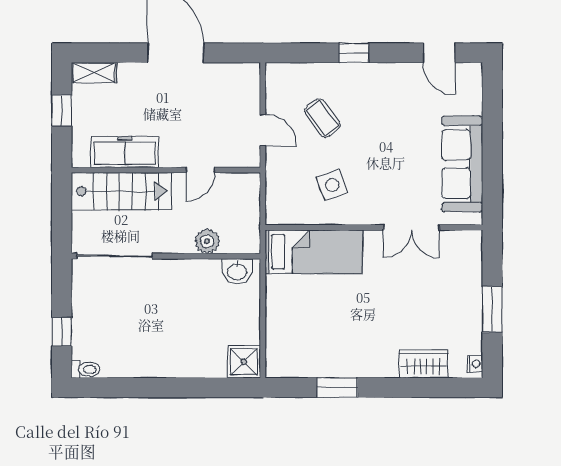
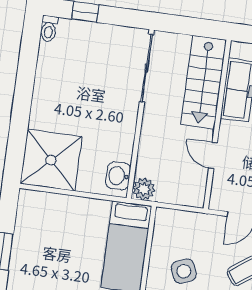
plant: (207, 241) -> (144, 189), moved
shower: (244, 362) -> (51, 160), width x1.86, depth x1.86

